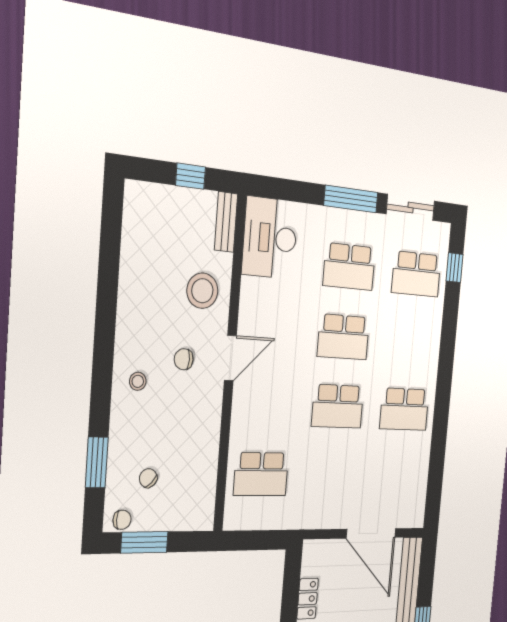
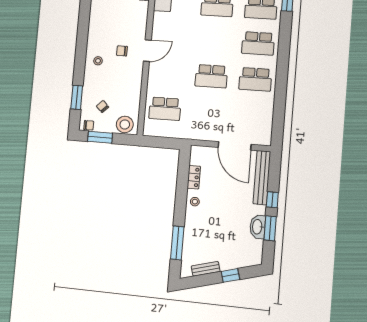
stool: (202, 291) -> (125, 124), moved
school desk: (343, 337) -> (258, 43), moved

